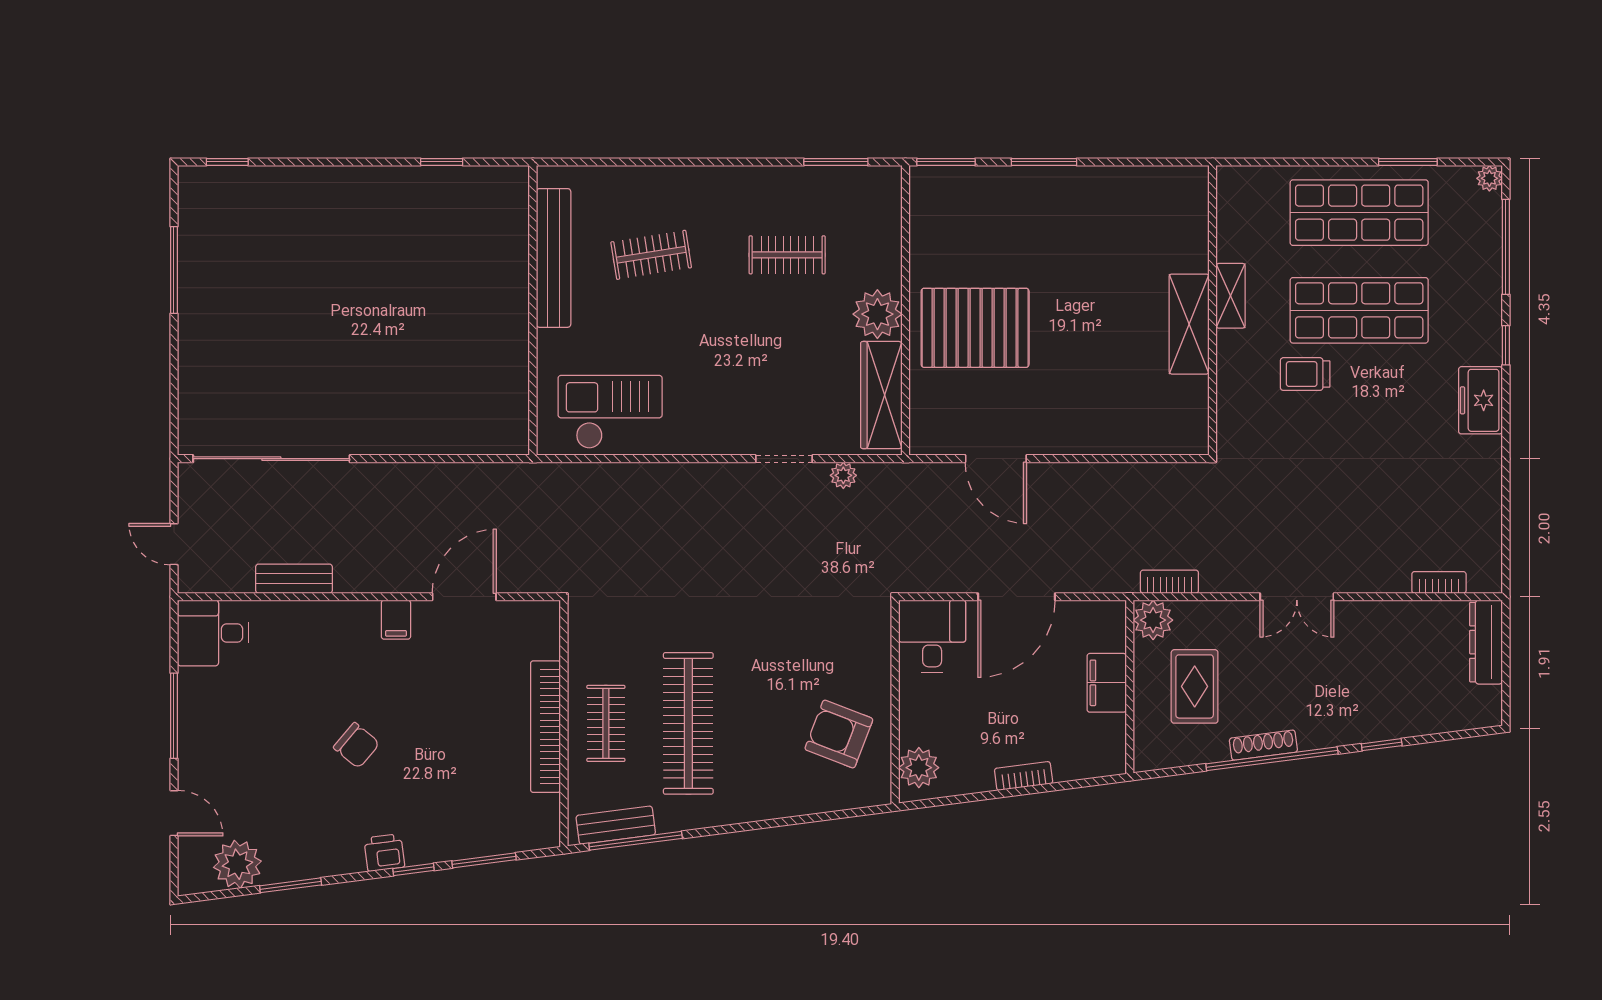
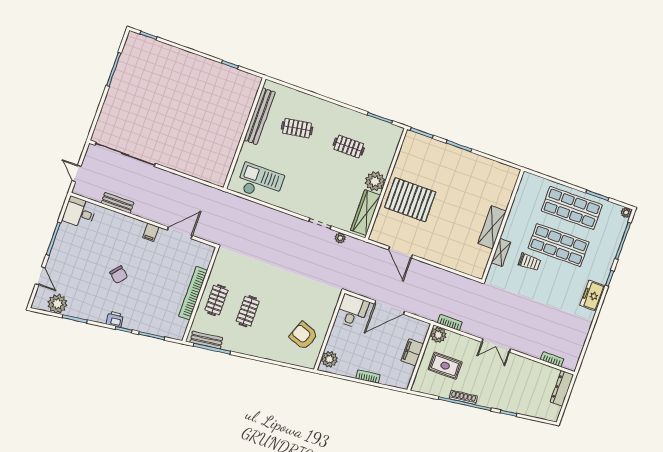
shelving: (1231, 296) -> (501, 252), moved
trolley: (1305, 374) -> (529, 262), turned 180
rug: (1195, 686) -> (445, 366), turned 90
clothes rail: (688, 723) -> (248, 311), width x0.54, depth x0.76

